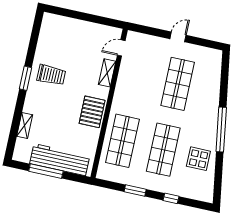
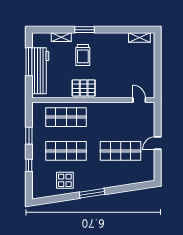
door: (178, 37) -> (158, 143), swing flipped
shelving: (107, 73) -> (139, 37), moved
trolley: (51, 75) -> (83, 55), moved
window: (26, 78) -> (85, 30), moved
window: (221, 129) -> (92, 193), width x0.68

